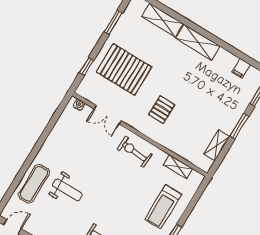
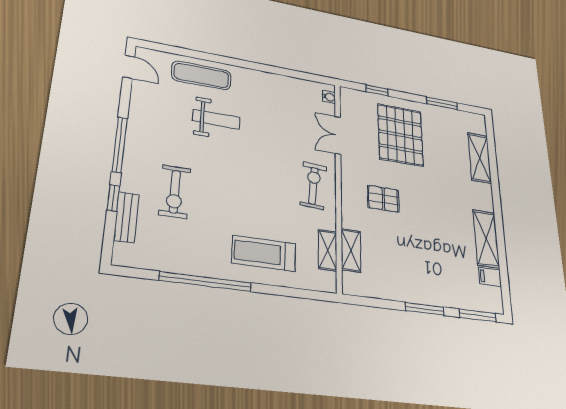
shelving: (198, 42) -> (486, 239), moved
shelving: (217, 145) -> (351, 250), moved, turned 90
weight bench: (67, 190) -> (216, 119), turned -90

